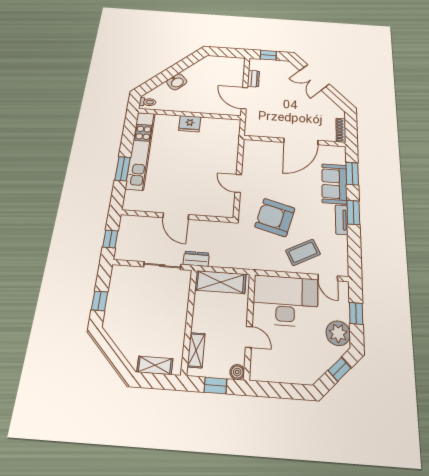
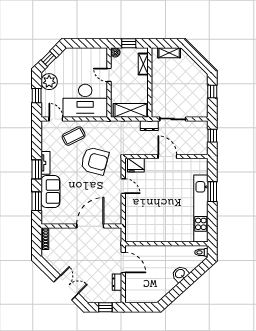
fridge: (190, 124) -> (136, 165), moved, turned 180
door: (301, 141) -> (90, 226), moved

